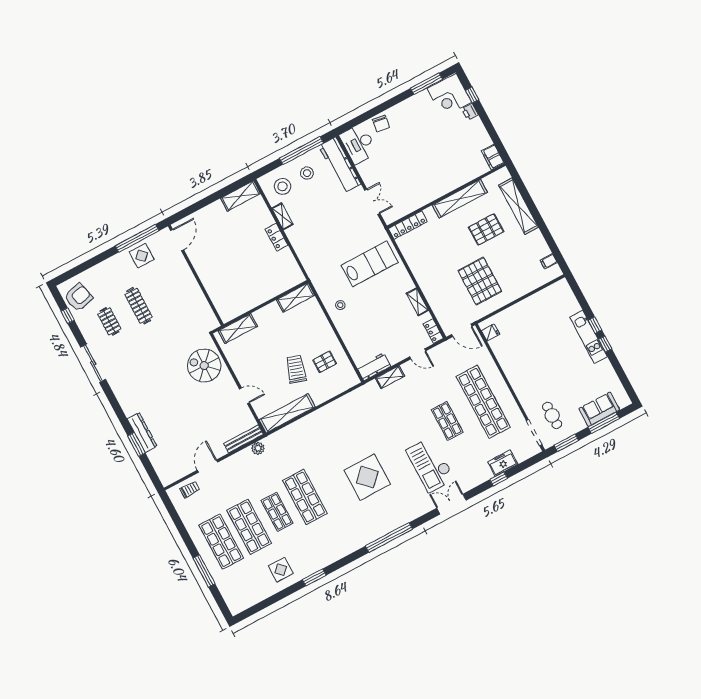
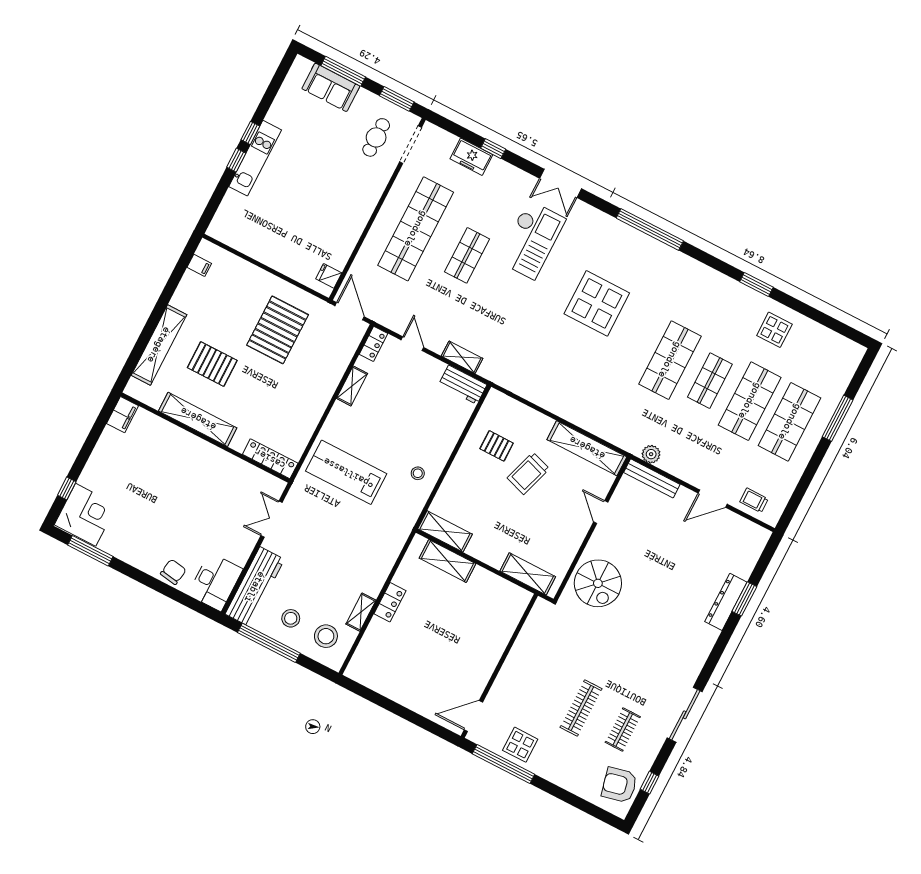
printer: (470, 112) -> (88, 477), removed
shelving: (240, 196) -> (447, 561), moved

